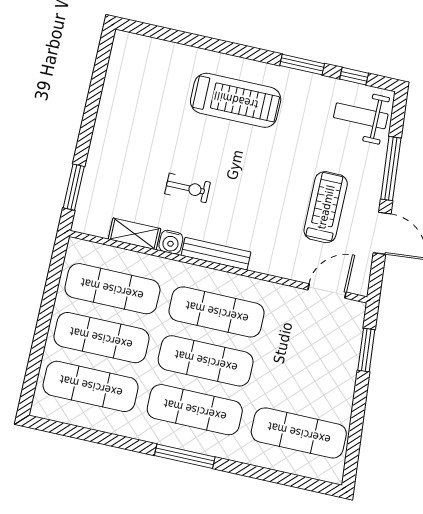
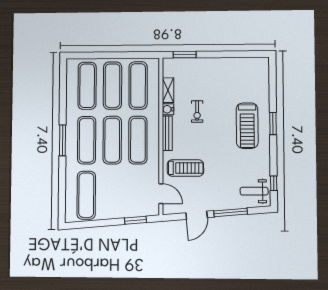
window: (302, 65) -> (273, 123), moved
weight bench: (361, 116) -> (254, 191), turned -90
treadmill: (326, 207) -> (185, 168), moved

